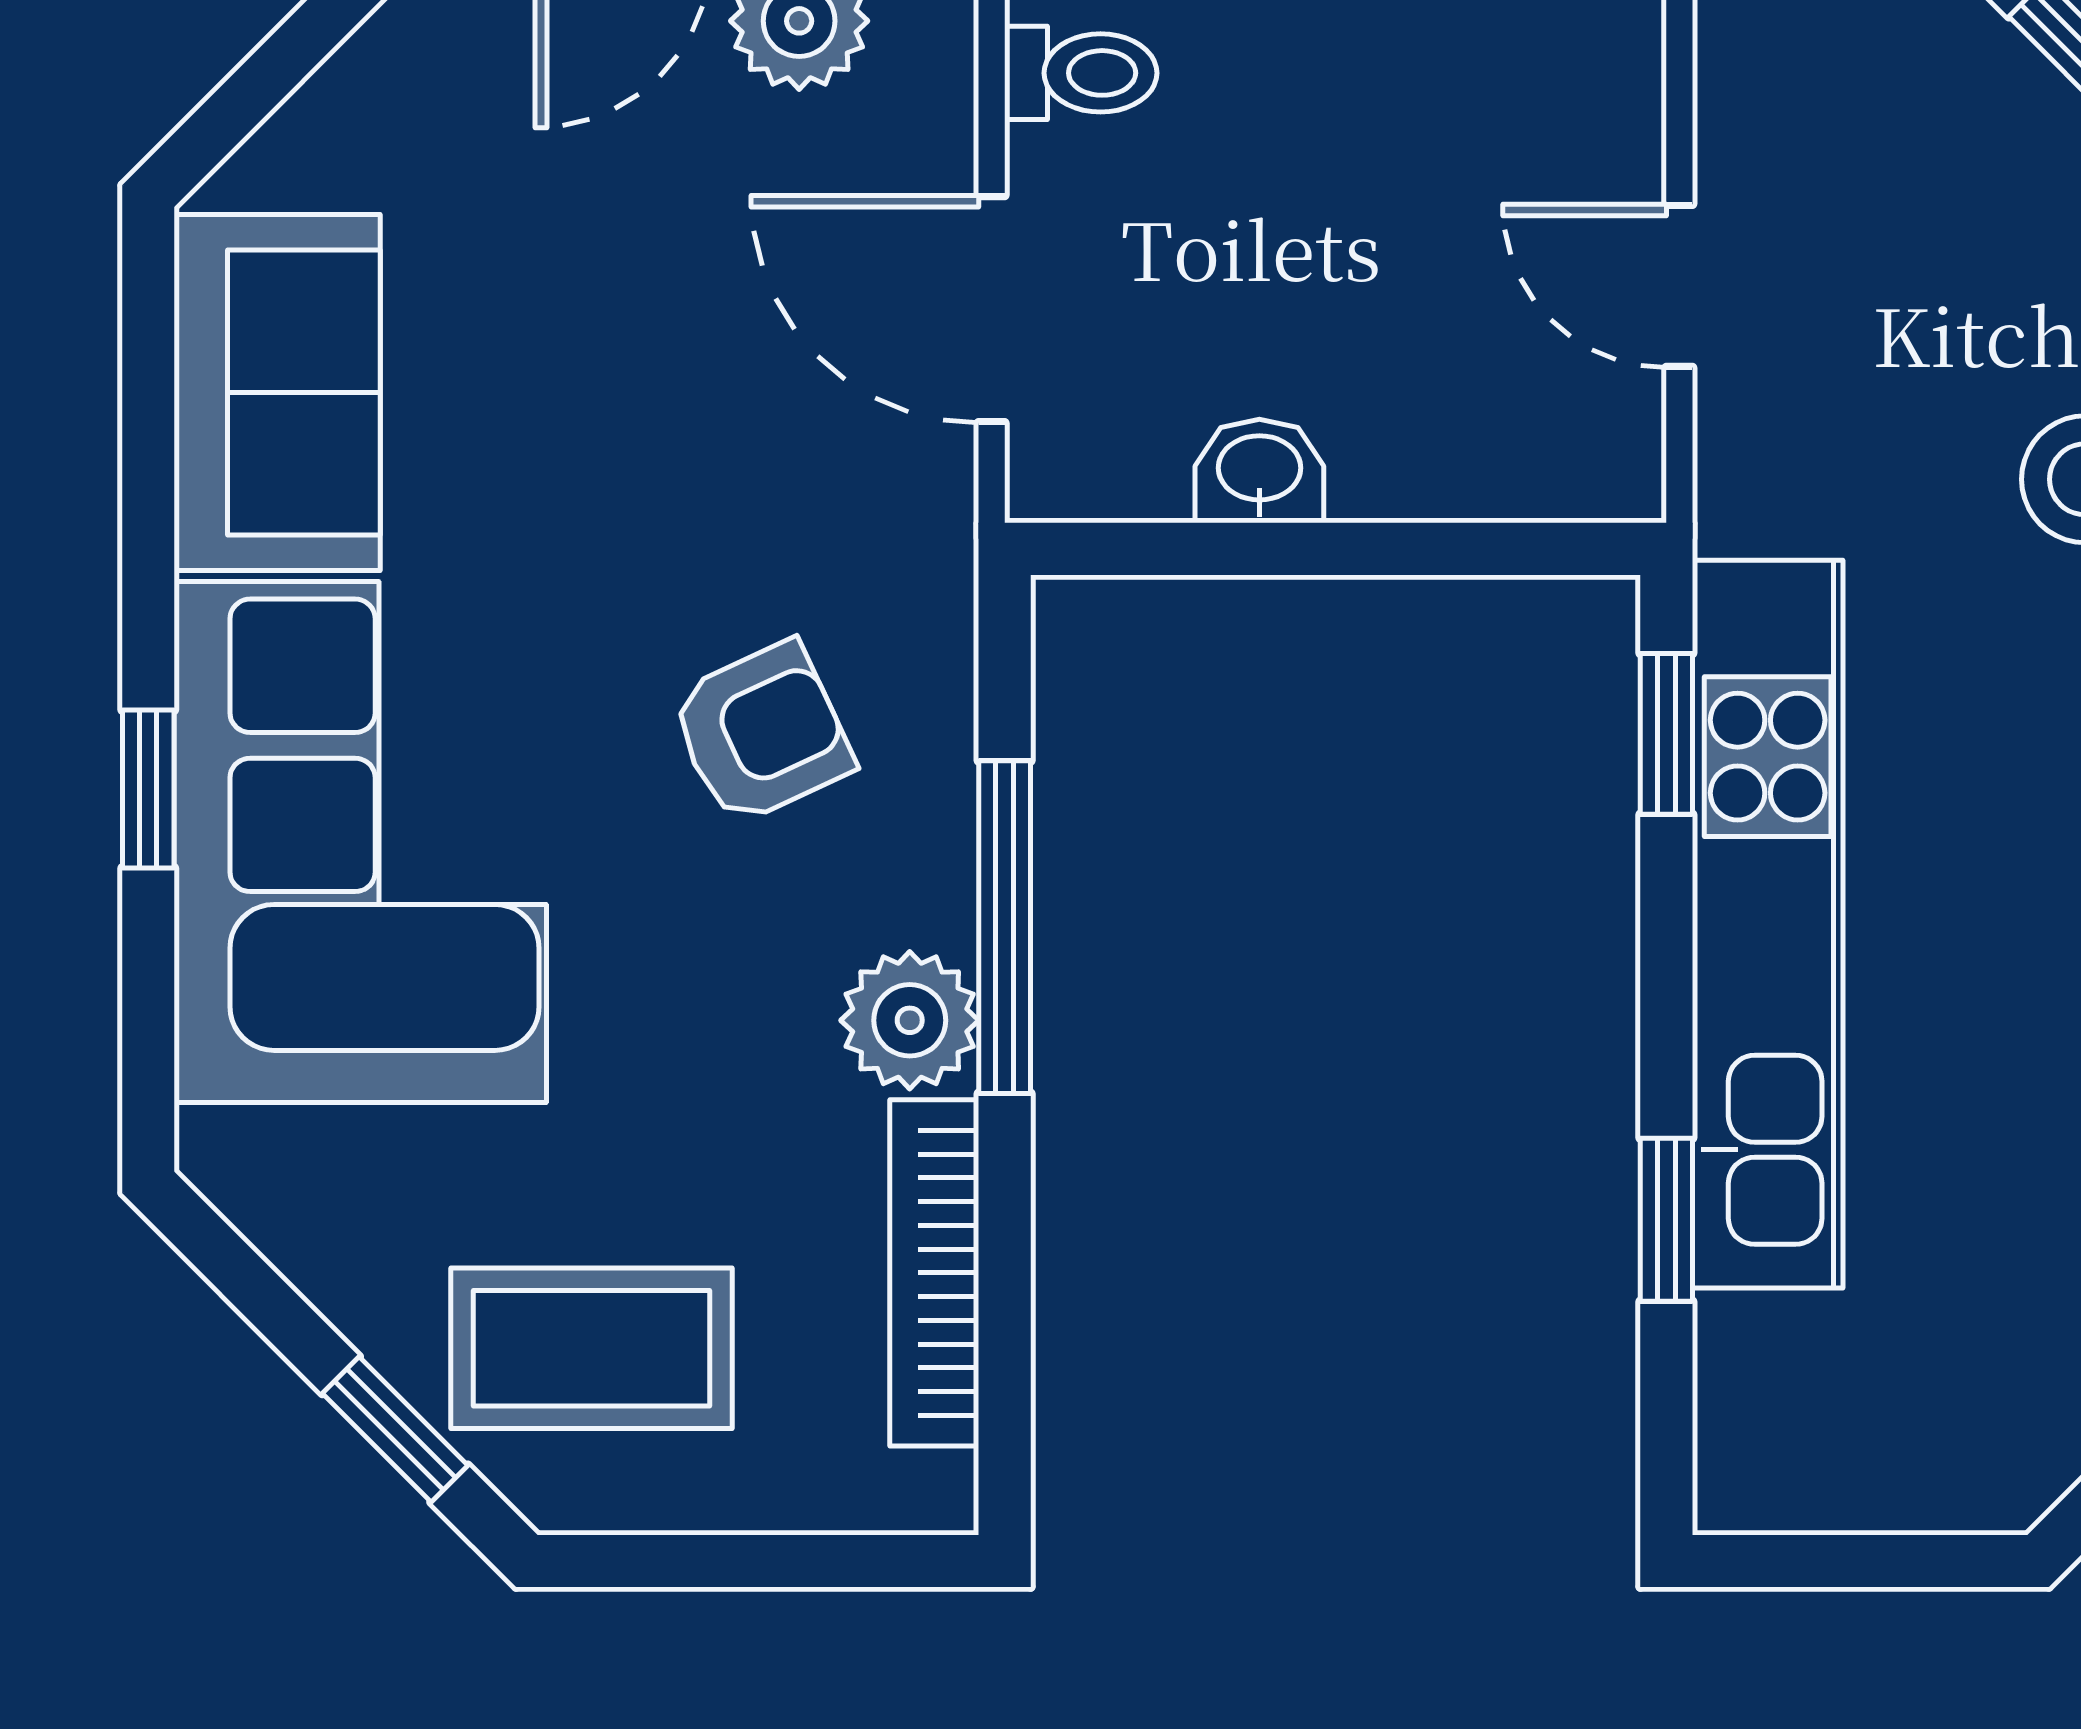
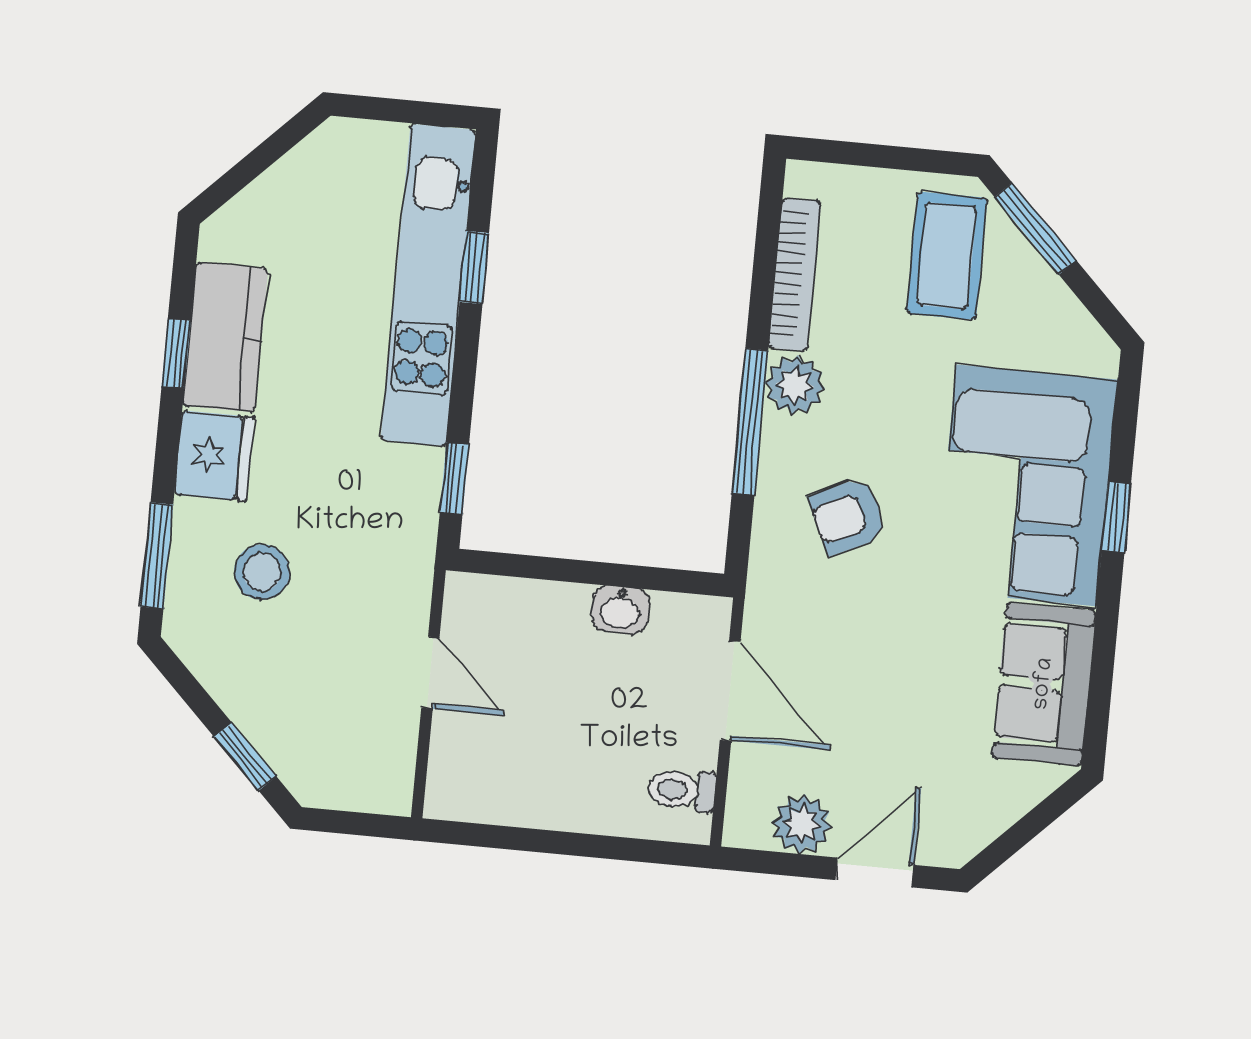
kitchen unit: (1768, 924) -> (428, 285), moved
coffee table: (592, 1348) -> (947, 256), turned 90
window: (395, 1429) -> (1035, 229), width x1.50

